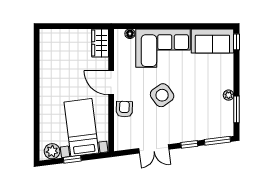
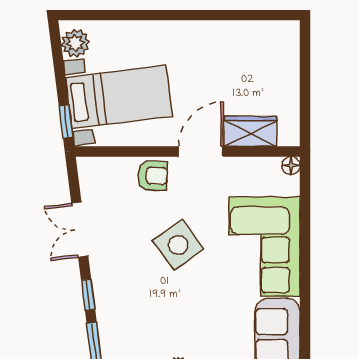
floor lamp: (130, 34) -> (291, 166), moved
wardrobe: (100, 43) -> (250, 131), moved
window: (72, 159) -> (66, 121), moved

